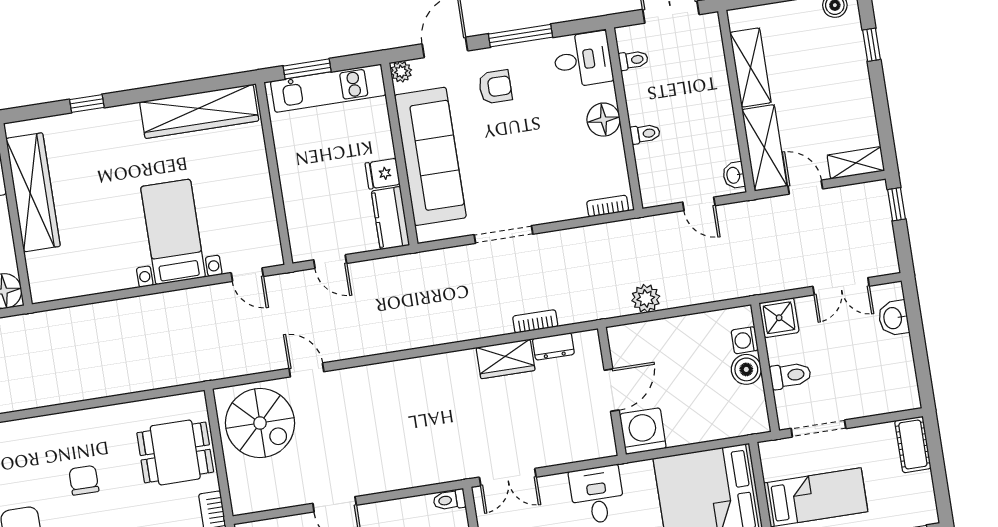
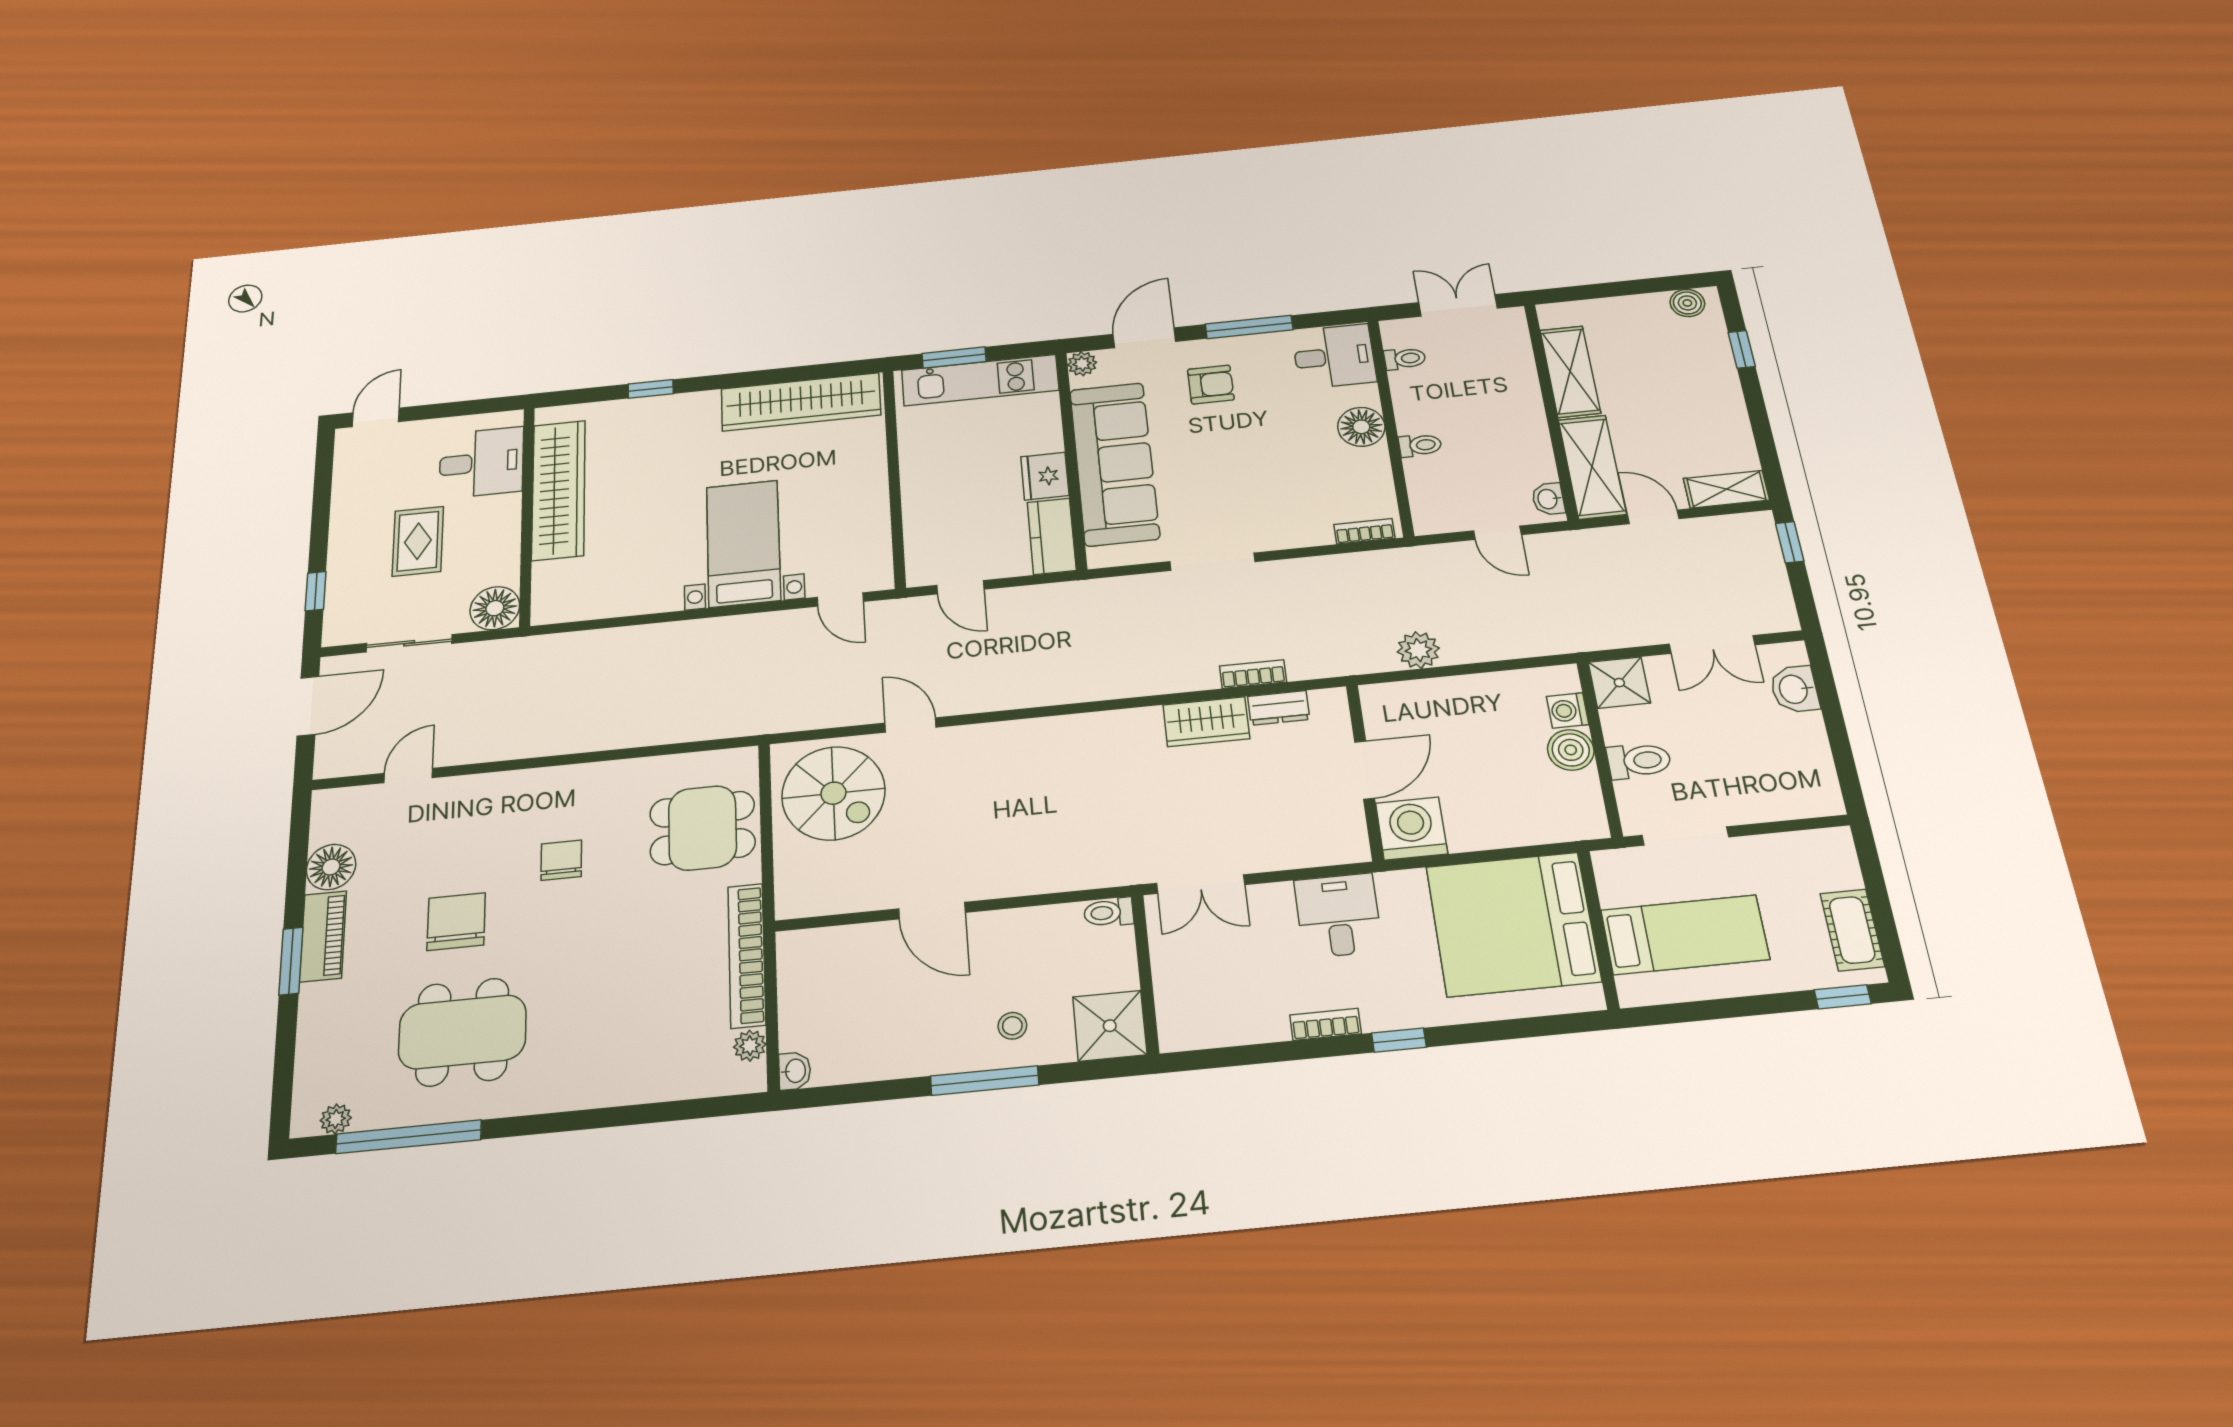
fridge: (382, 174) -> (1045, 476), width x1.38
cot: (913, 444) -> (1852, 930), moved

